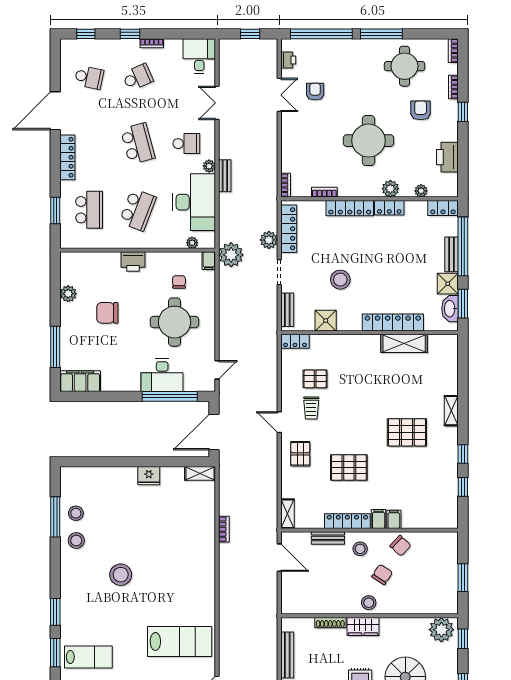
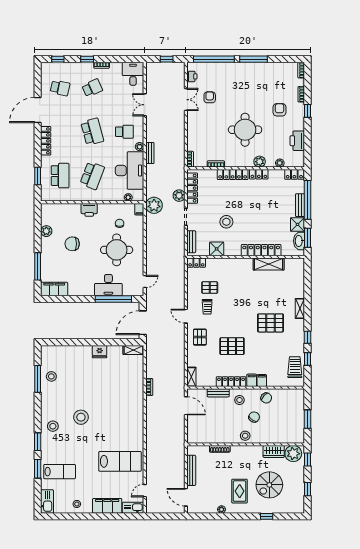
round table: (405, 66) -> (269, 80), removed
trolley: (444, 499) -> (295, 367), added
stool: (76, 541) -> (53, 426), moved
wardrobe: (363, 626) -> (274, 451), moved

